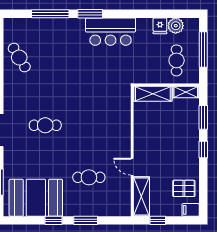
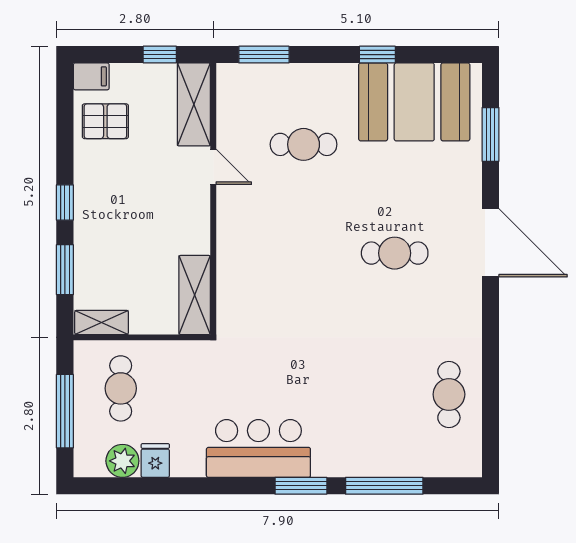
cafe table: (19, 58) -> (449, 394), turned 31
shelving: (153, 94) -> (195, 295), moved, turned 90
window: (86, 220) -> (264, 55), moved

